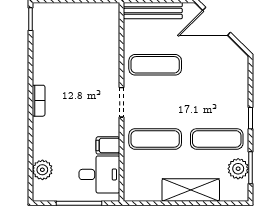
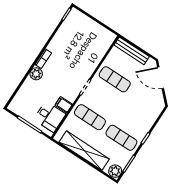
plant: (238, 169) -> (115, 171), moved
plant: (42, 170) -> (36, 74), moved
shelving: (191, 190) -> (84, 151), width x1.47

